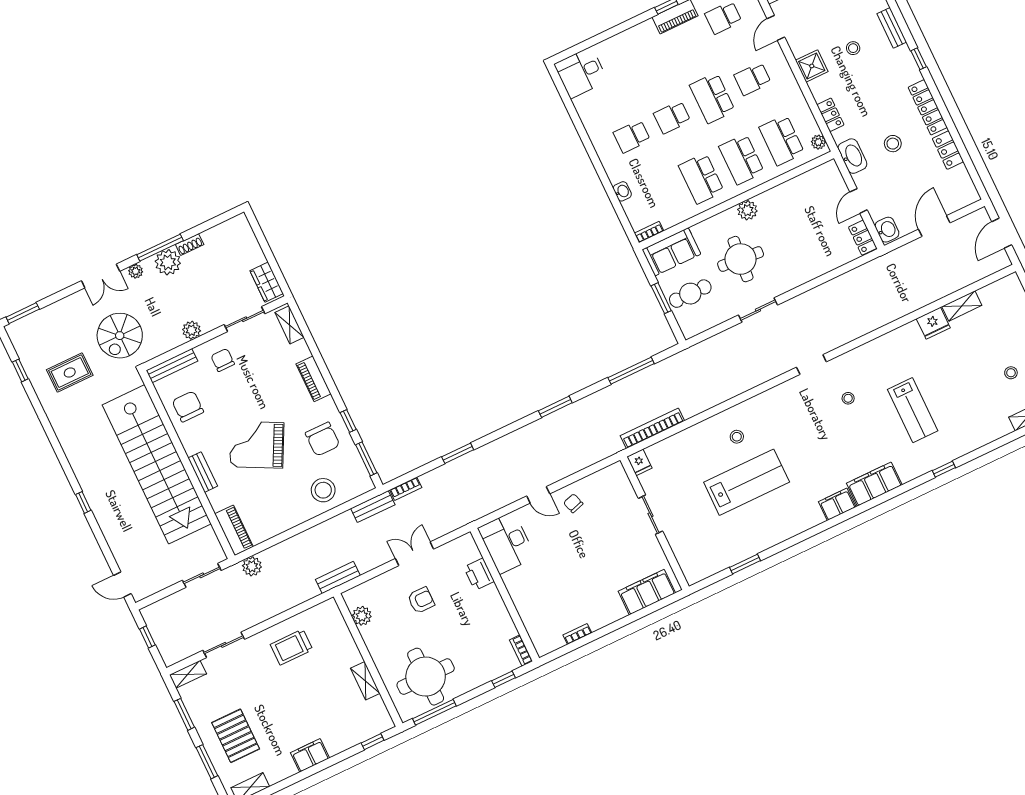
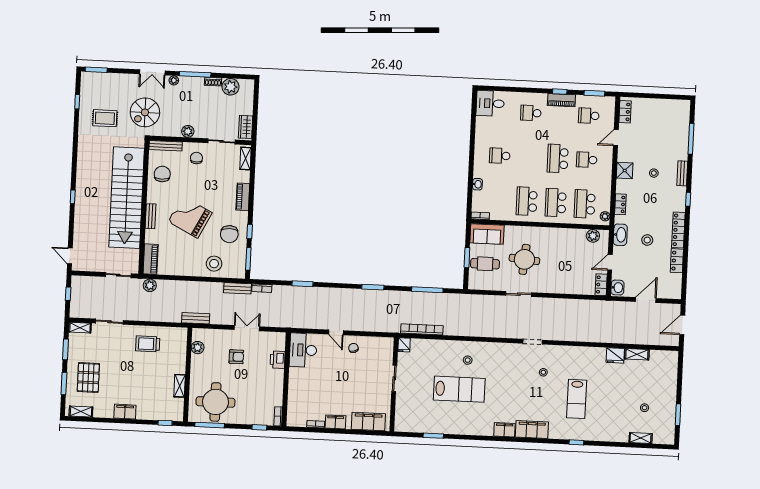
school desk: (672, 117) -> (531, 113), moved
plant: (747, 210) -> (593, 236), moved
plant: (168, 262) -> (230, 87), moved
filing cabinet: (603, 616) -> (336, 422), added

